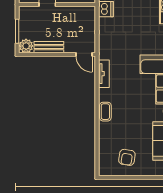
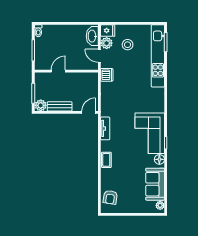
door: (84, 54) -> (89, 112), swing flipped
armchair: (127, 157) -> (110, 197), moved

